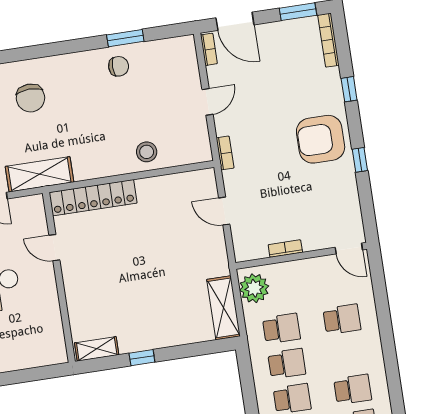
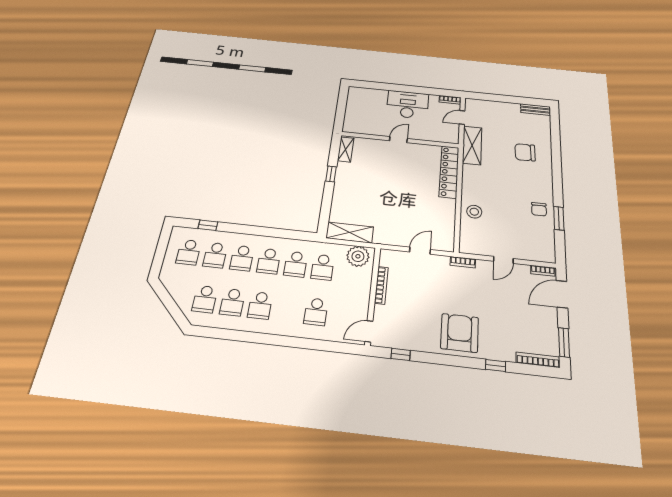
door: (207, 102) -> (503, 260), hinge flipped
window: (360, 160) -> (401, 354), moved
door: (54, 248) -> (398, 140), moved
bookcase: (285, 249) -> (381, 285), width x1.56

